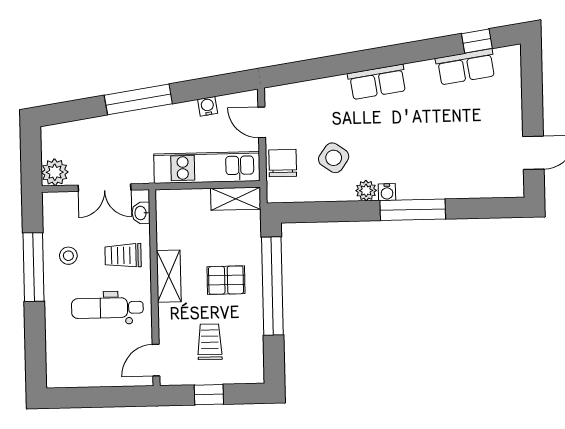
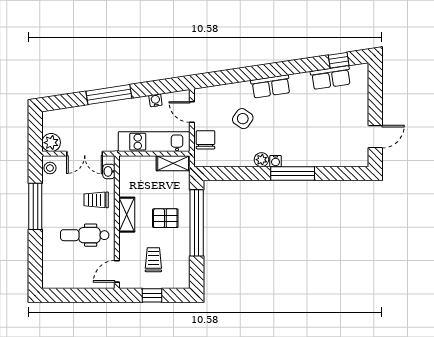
side table: (334, 158) -> (243, 119), moved
stool: (68, 256) -> (50, 168), moved

